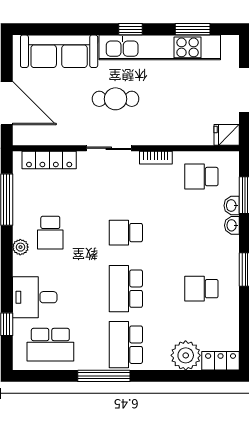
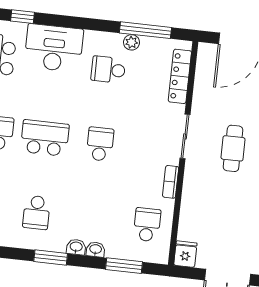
washbasin: (232, 206) -> (76, 247), moved
plant: (20, 247) -> (132, 42), moved
school desk: (201, 289) -> (37, 212), turned 180
desk: (35, 297) -> (54, 48), width x1.37

